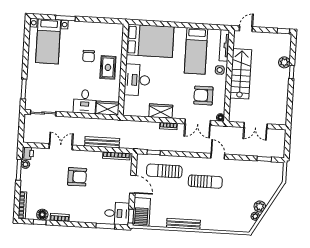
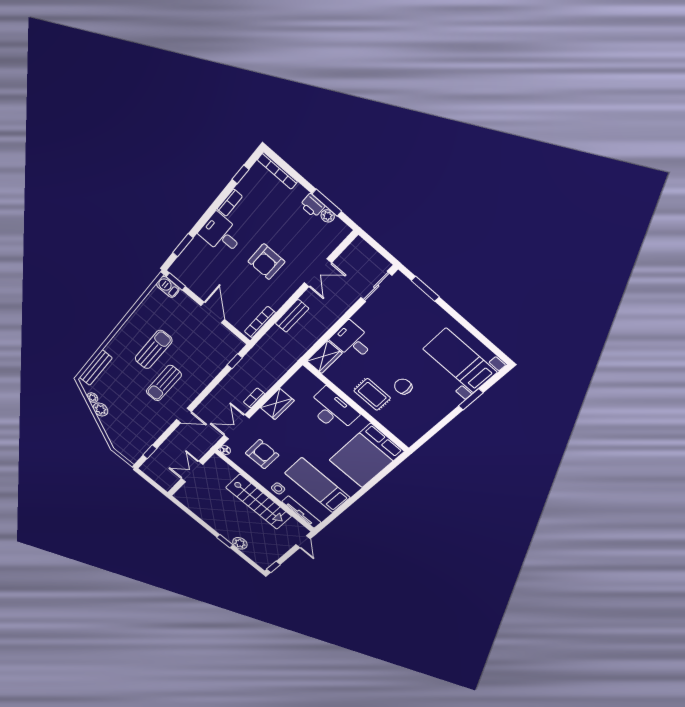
bench: (102, 142) -> (292, 316), width x0.73
printer: (28, 153) -> (312, 206), moved
sun lounger: (164, 171) -> (154, 350), moved
door: (133, 184) -> (213, 313), swing flipped
barbecue: (142, 212) -> (168, 287), width x0.53, depth x0.65
desk: (117, 213) -> (221, 234), moved, turned 90
floor lamp: (42, 215) -> (248, 185), removed
bench: (183, 224) -> (96, 368), moved

